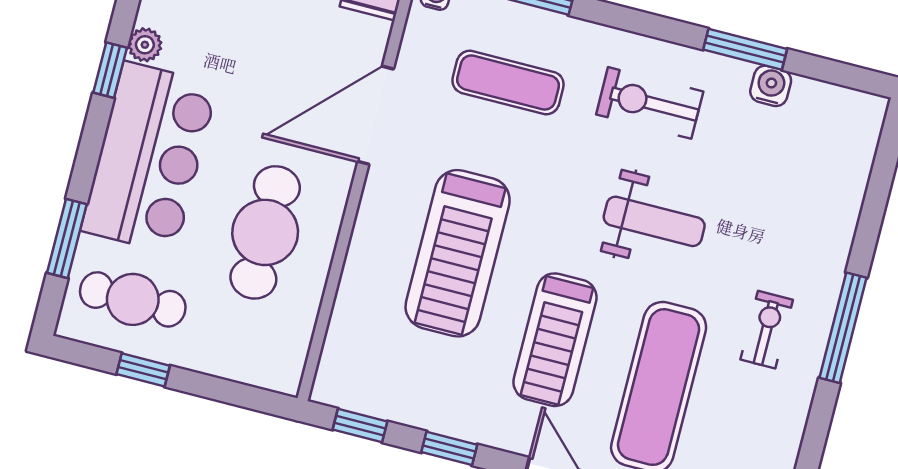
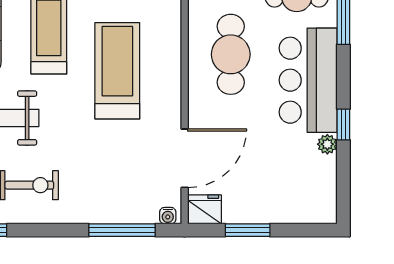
exercise mat: (508, 83) -> (114, 176), removed
door: (376, 115) -> (185, 158), moved

